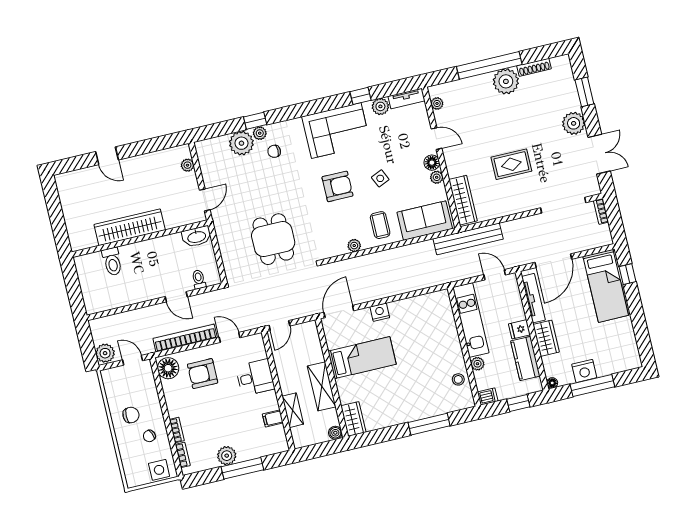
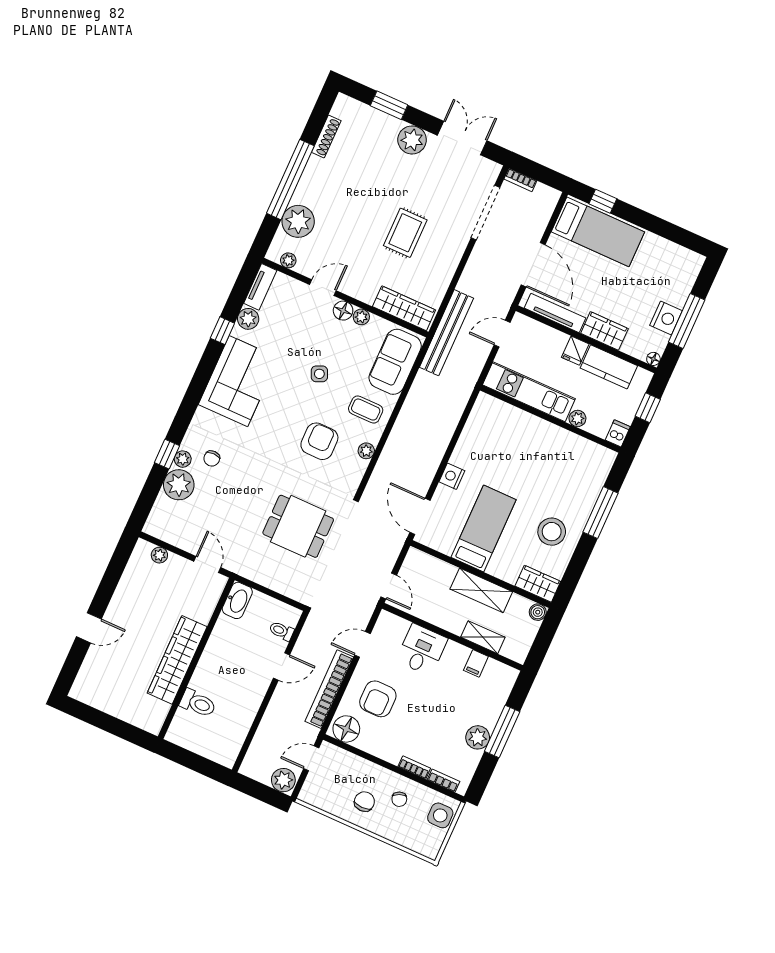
plant: (506, 81) -> (298, 221), moved
armchair: (337, 186) -> (319, 441), moved
stool: (458, 379) -> (552, 532), moved, width x1.89, depth x1.89

